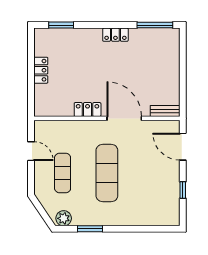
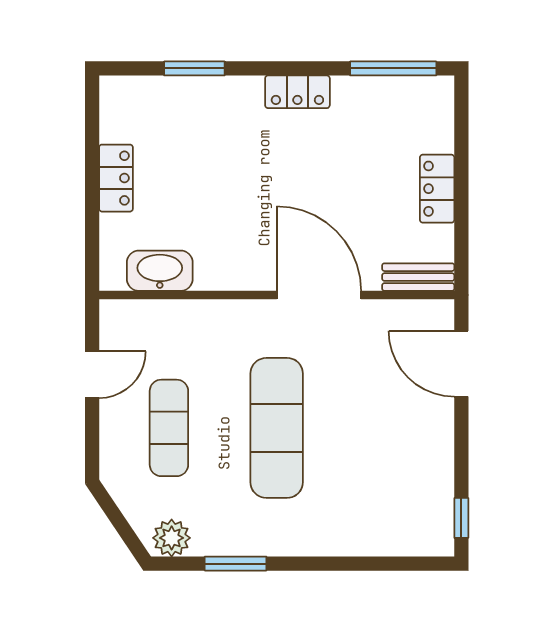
window: (61, 25) -> (194, 68), moved
washbasin: (59, 108) -> (160, 271), added
locker: (88, 110) -> (437, 189), moved, turned -90
door: (31, 151) -> (92, 375), hinge flipped
window: (183, 190) -> (461, 518), moved

